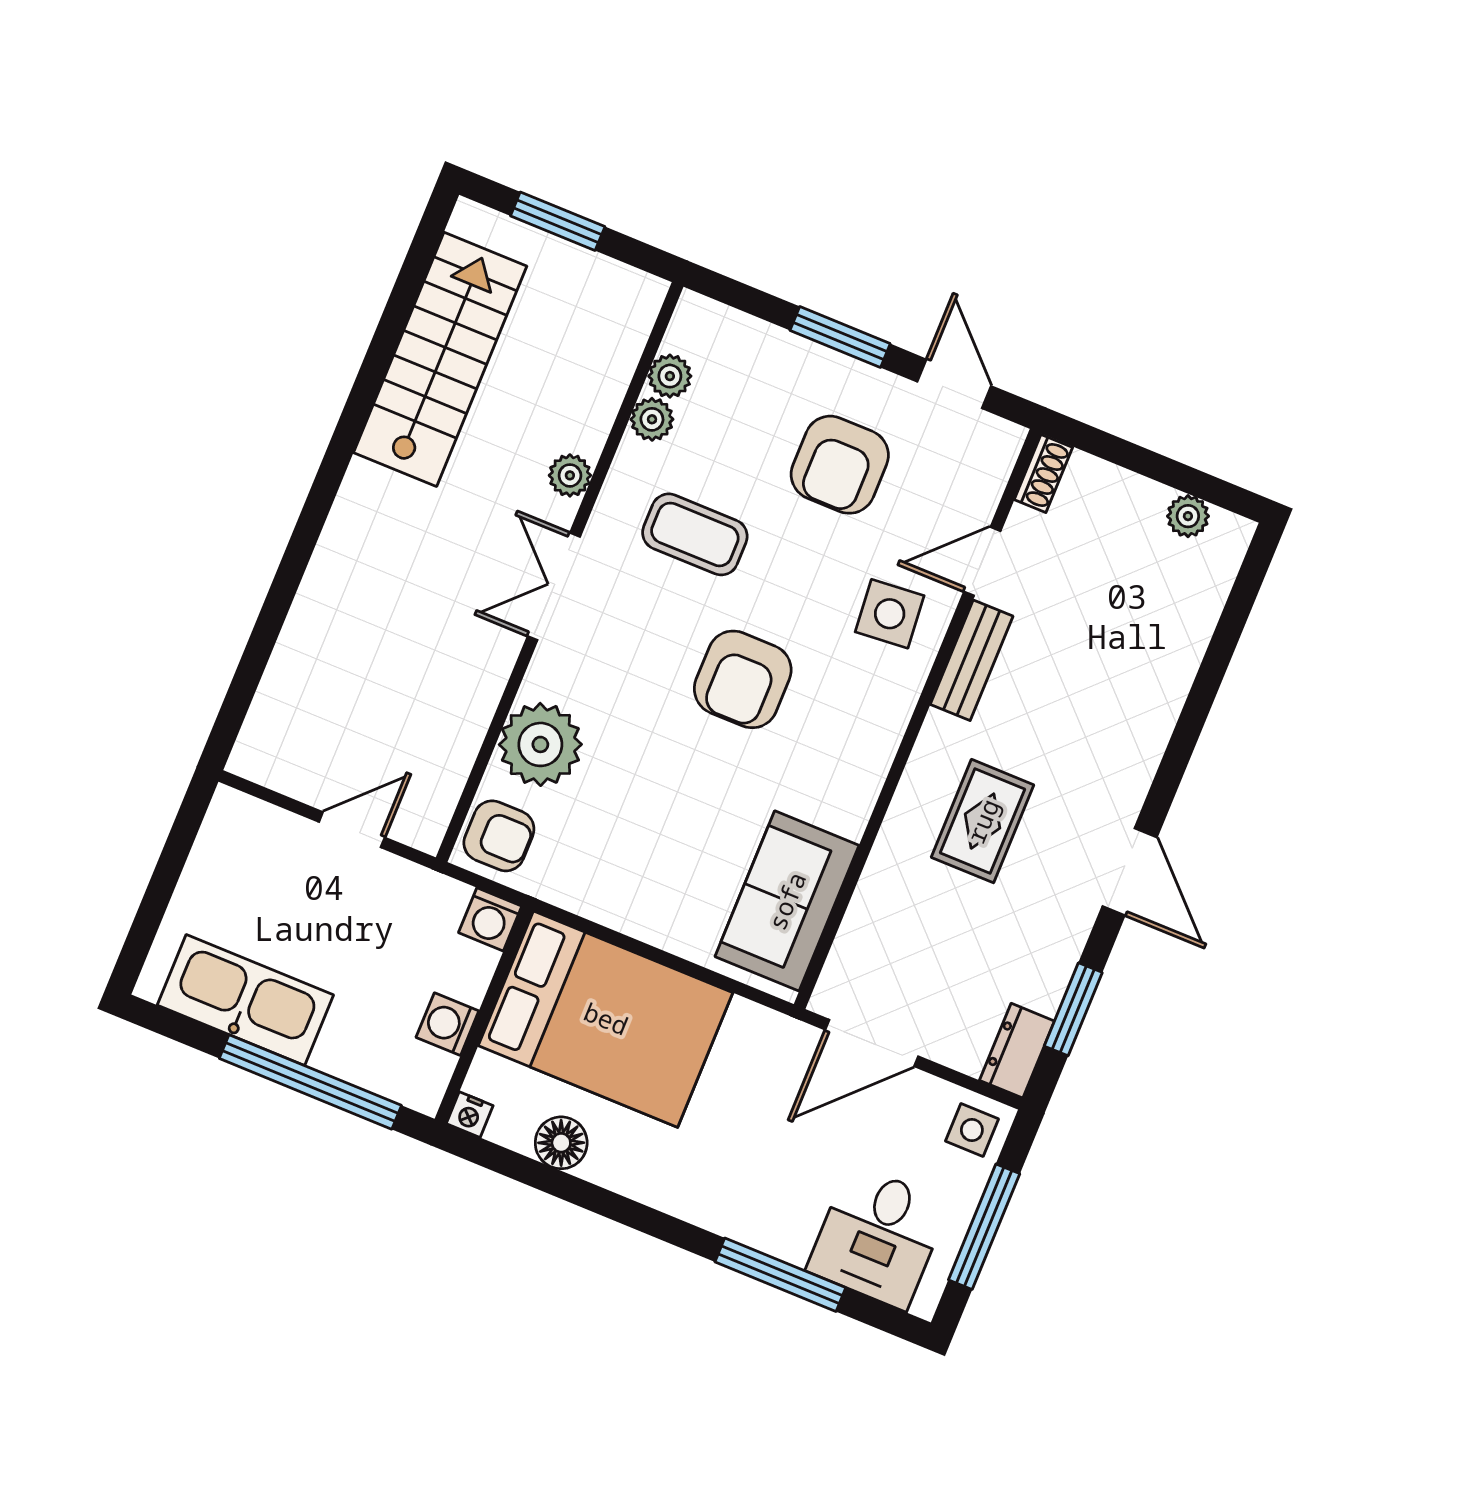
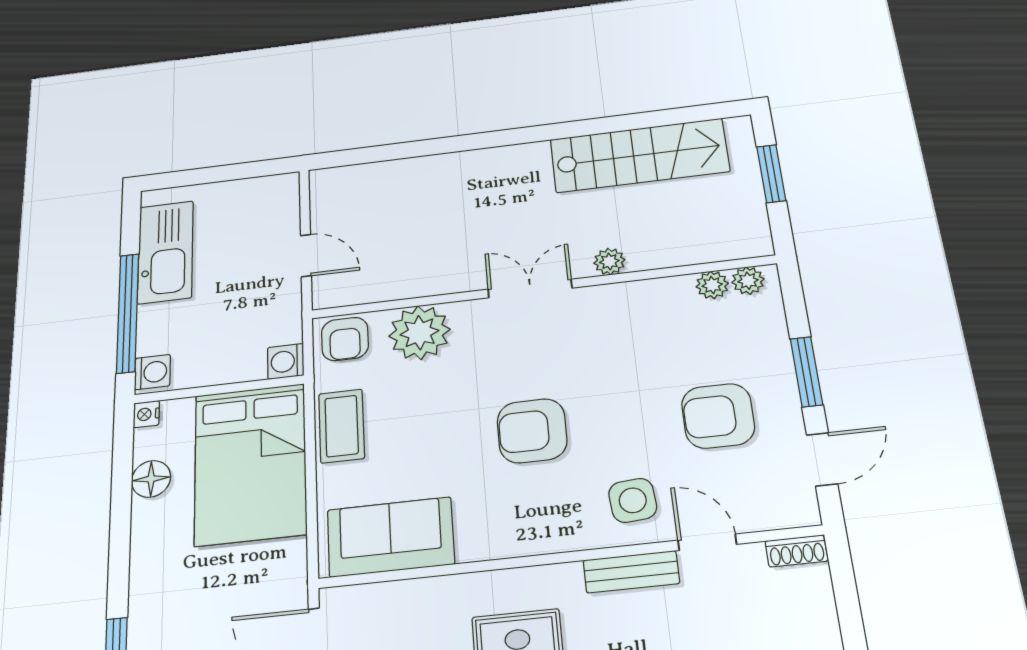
plant: (652, 419) -> (748, 281), moved
coffee table: (695, 534) -> (342, 426), moved
washing machine: (447, 1024) -> (152, 372), moved, turned 90

